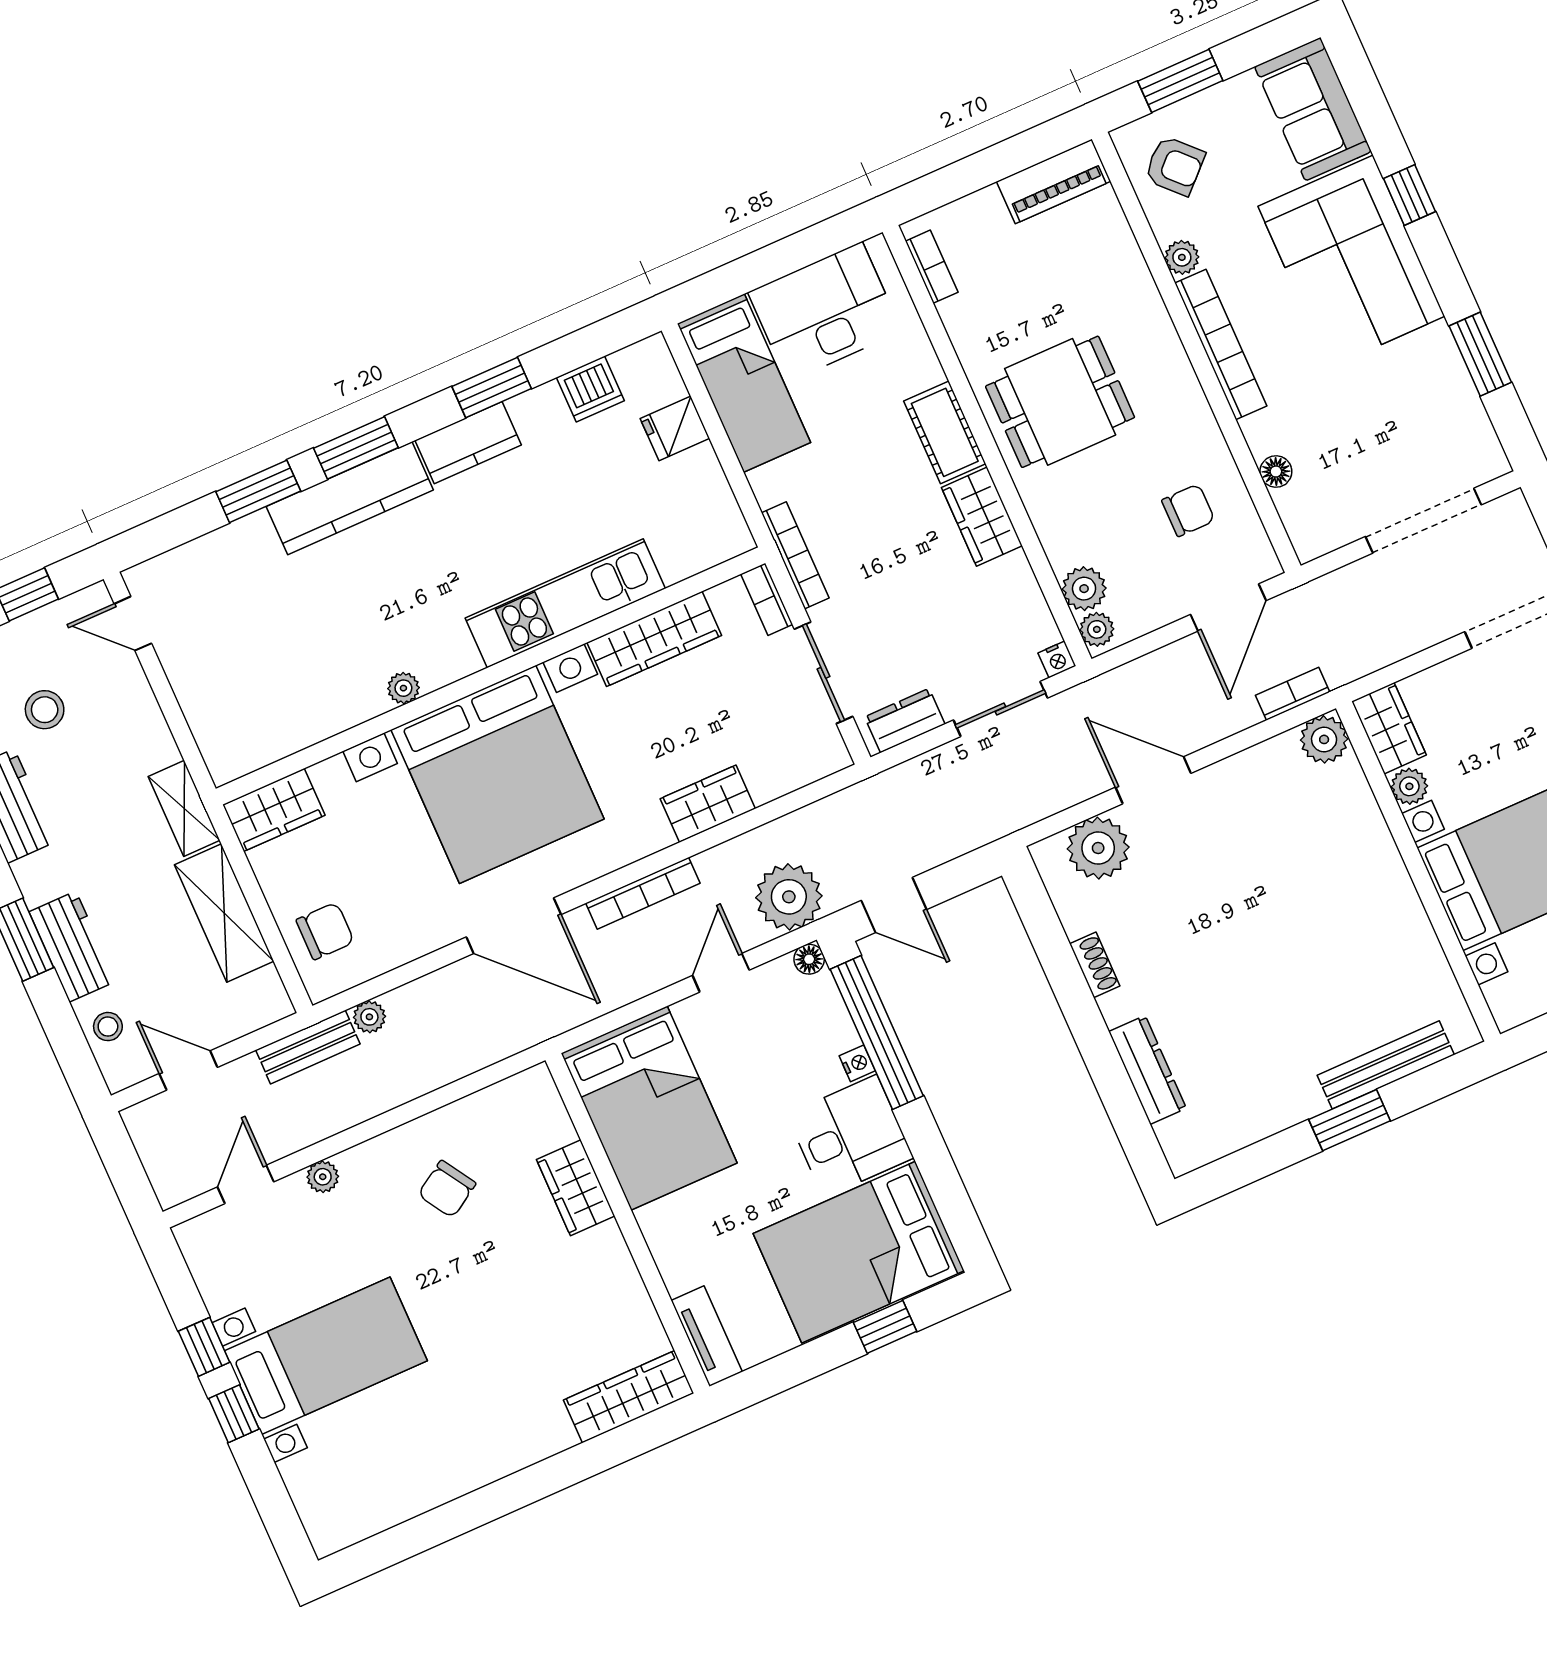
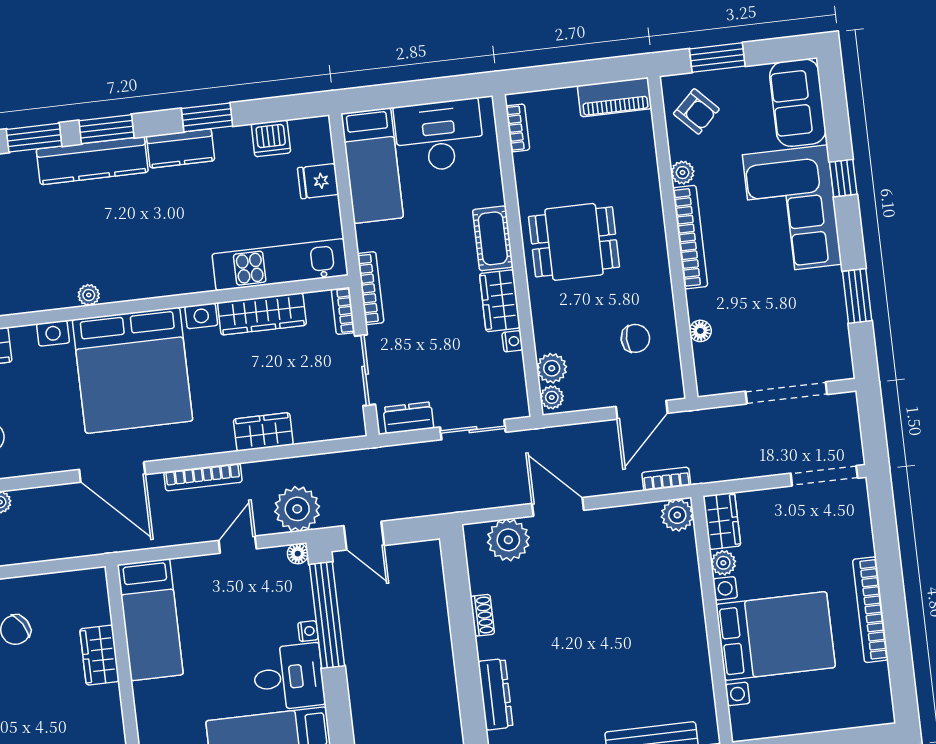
kitchen unit: (565, 603) -> (280, 265), moved
nightstand: (1057, 659) -> (512, 341), moved, turned -90
bed: (649, 1108) -> (150, 620), width x0.67

